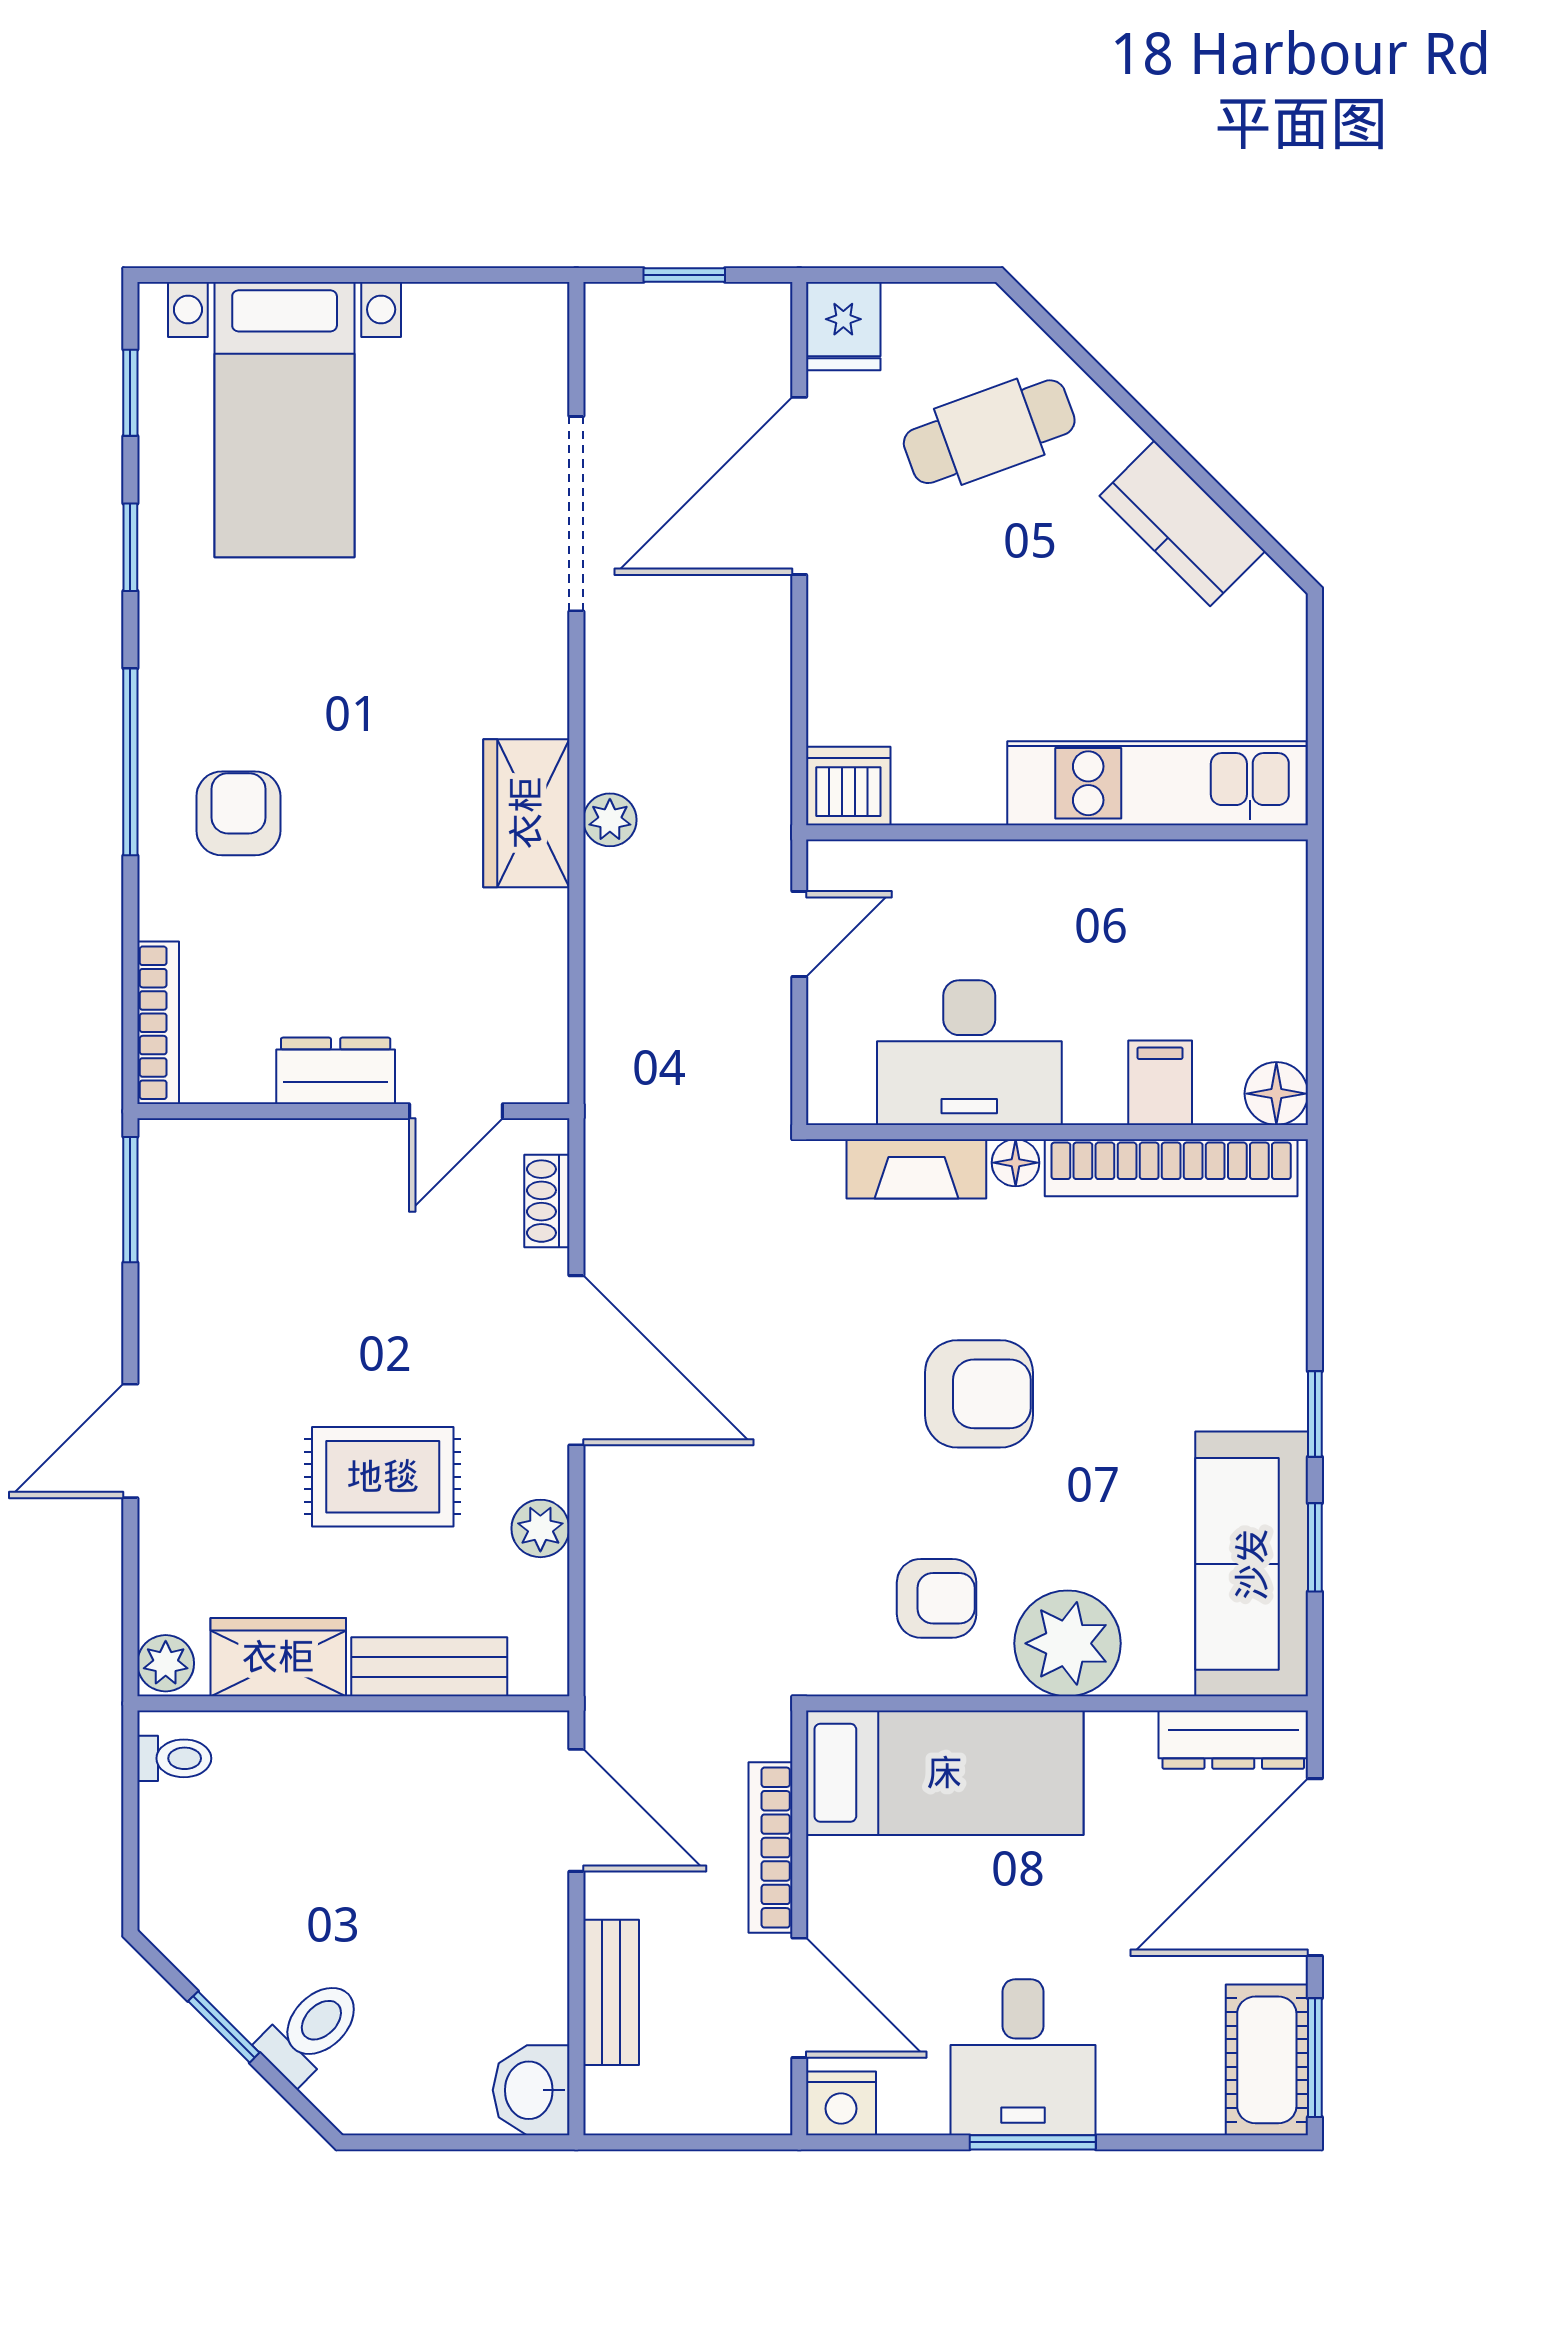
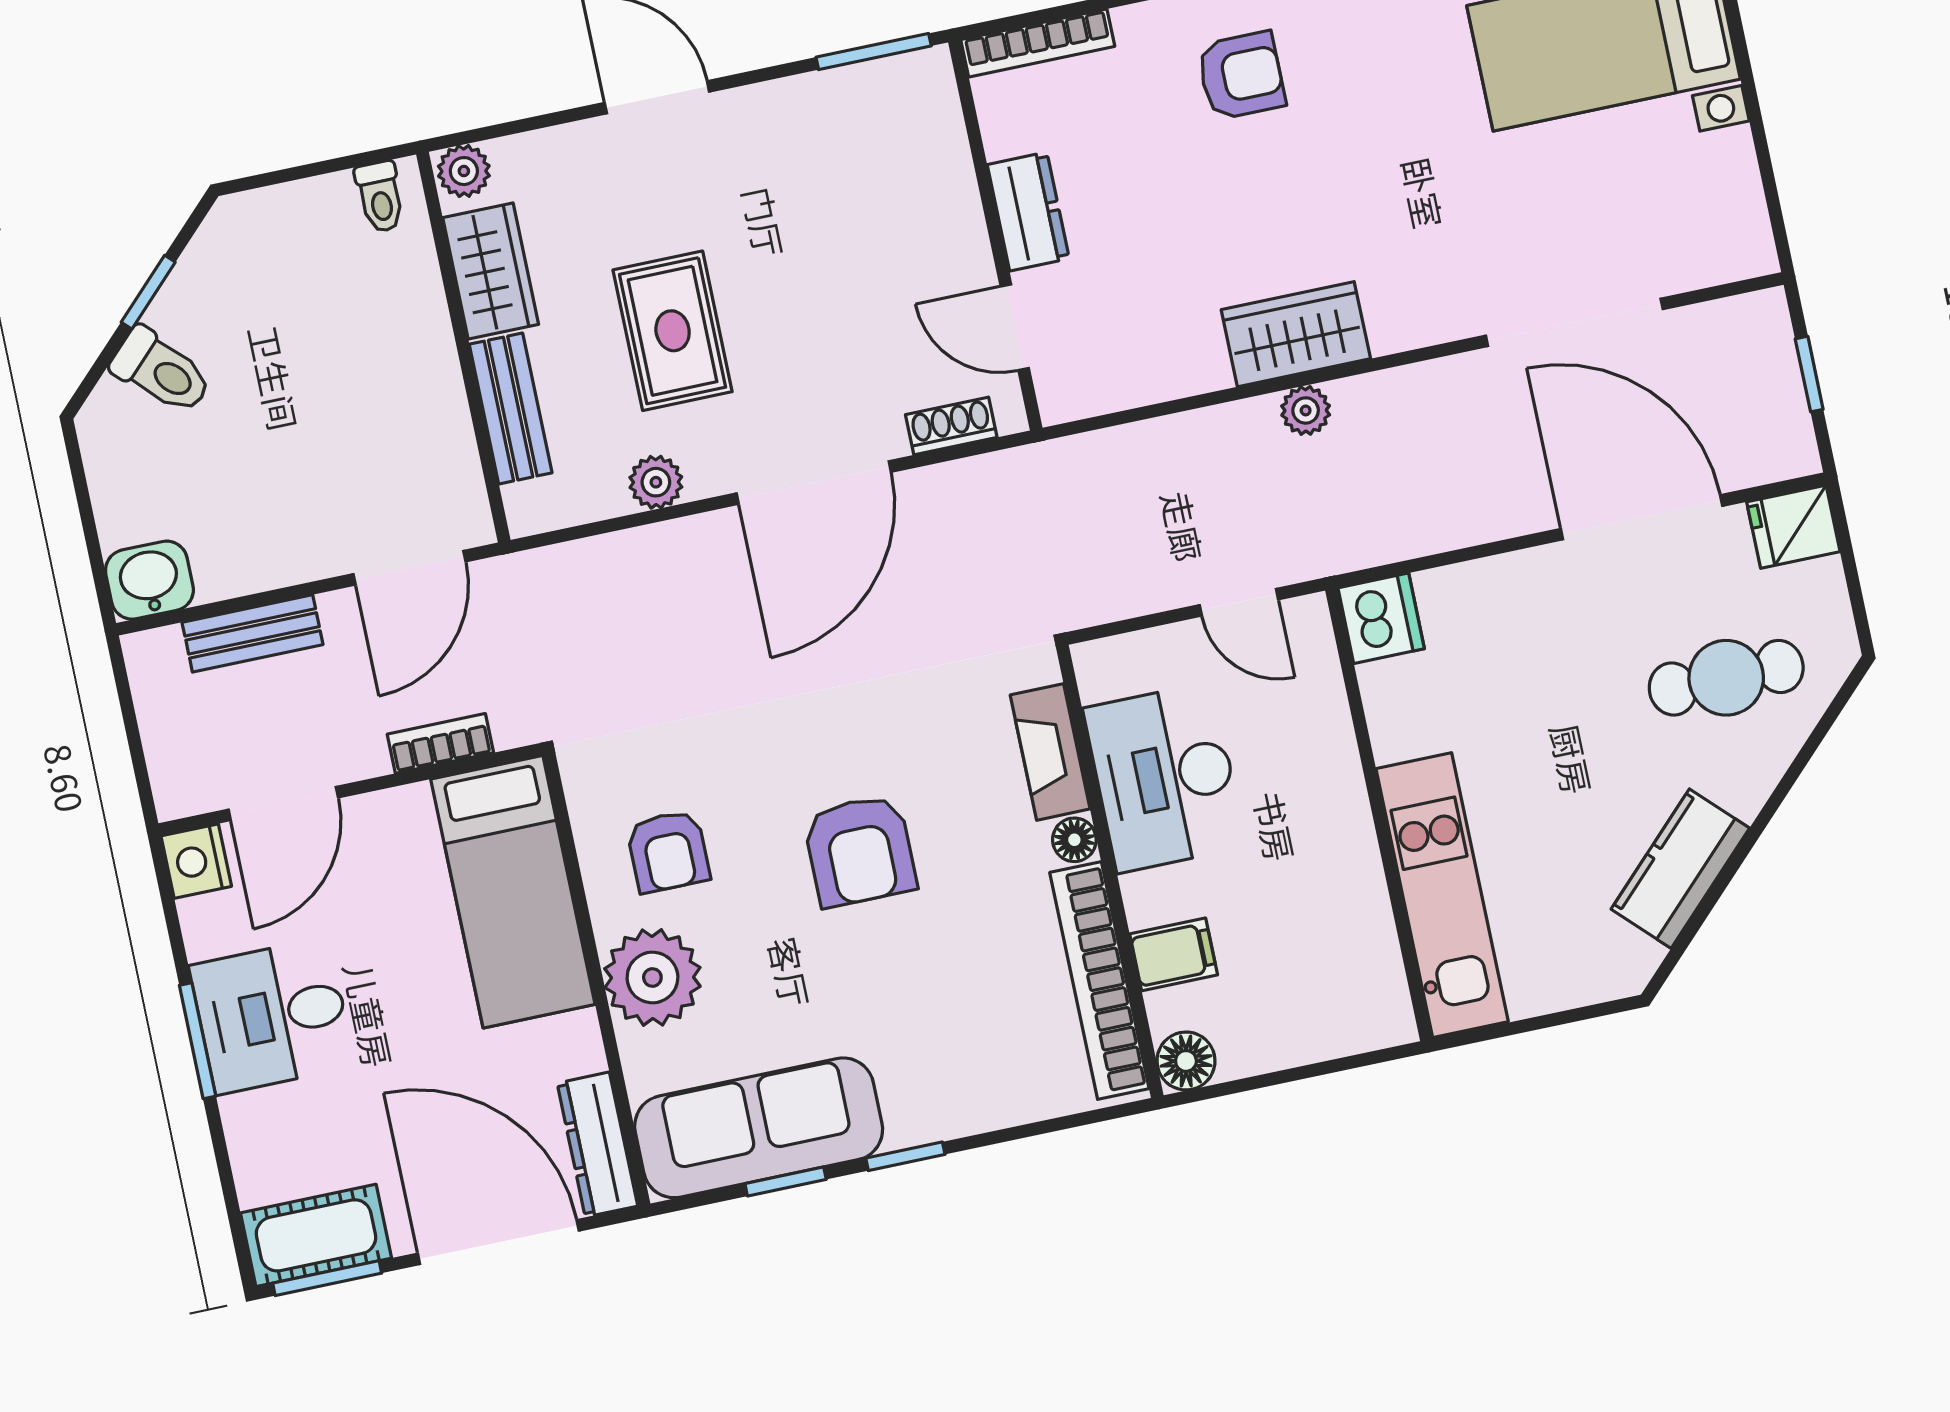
cafe table: (989, 432) -> (1726, 678), turned -70
bookcase: (770, 1848) -> (440, 743), width x0.64

